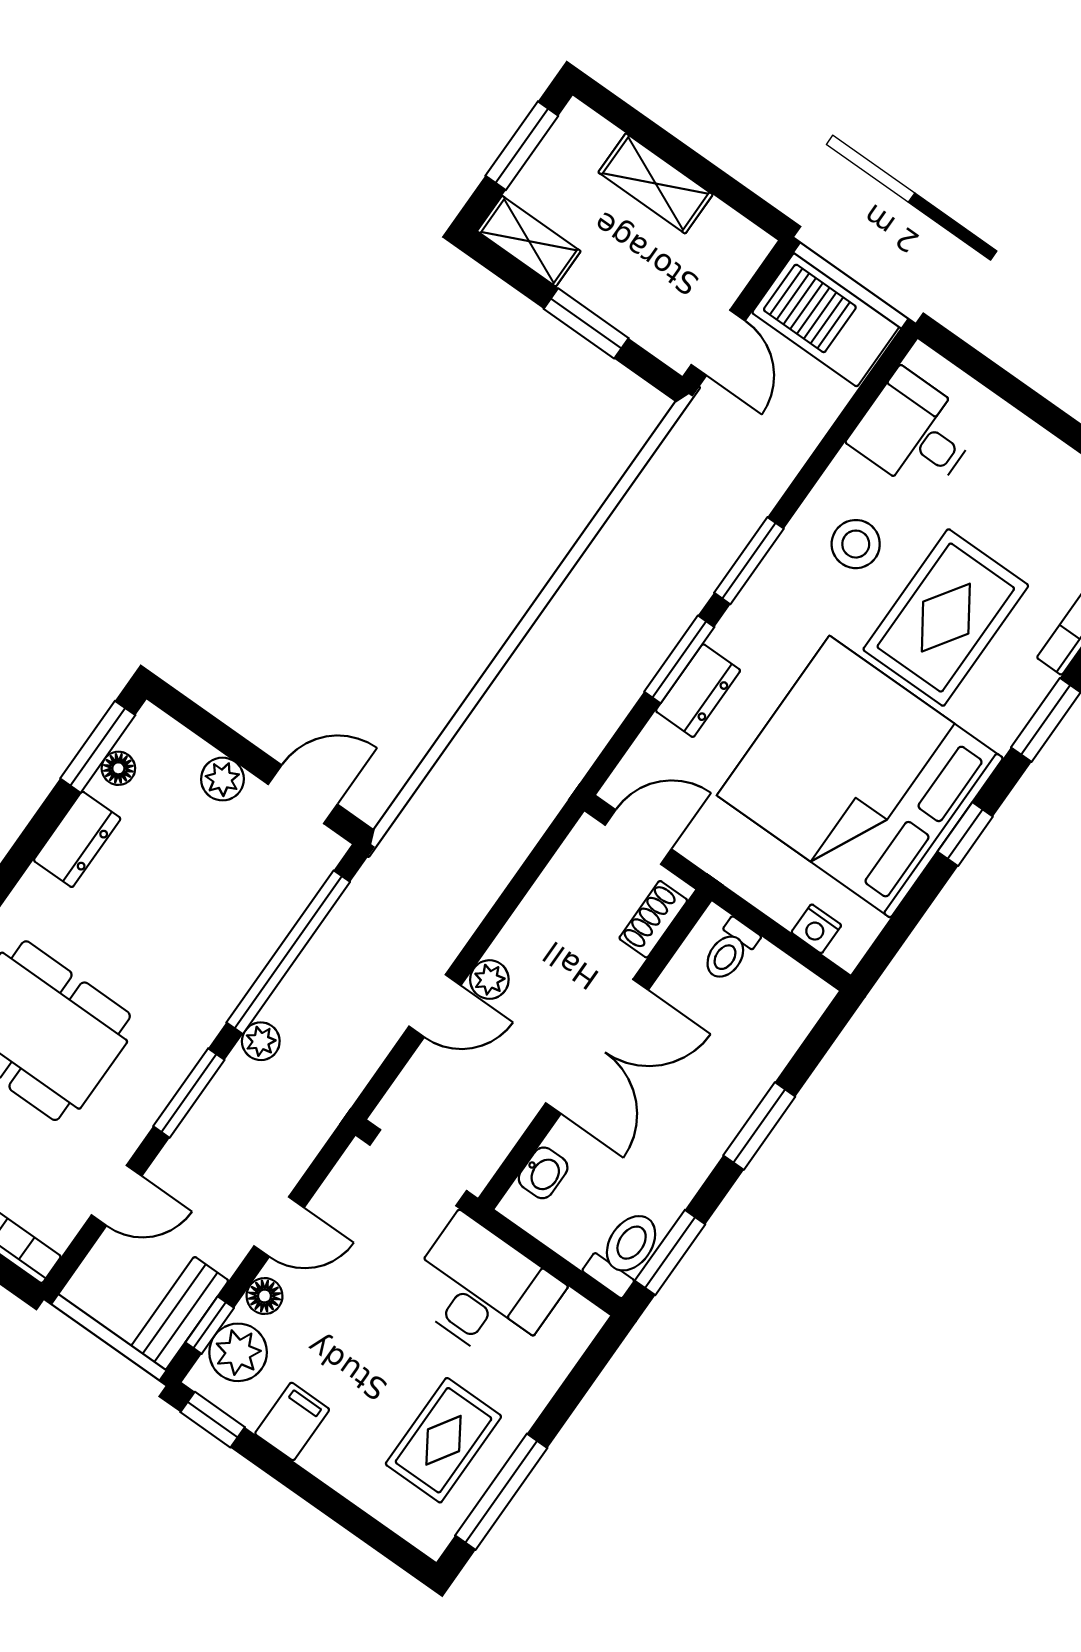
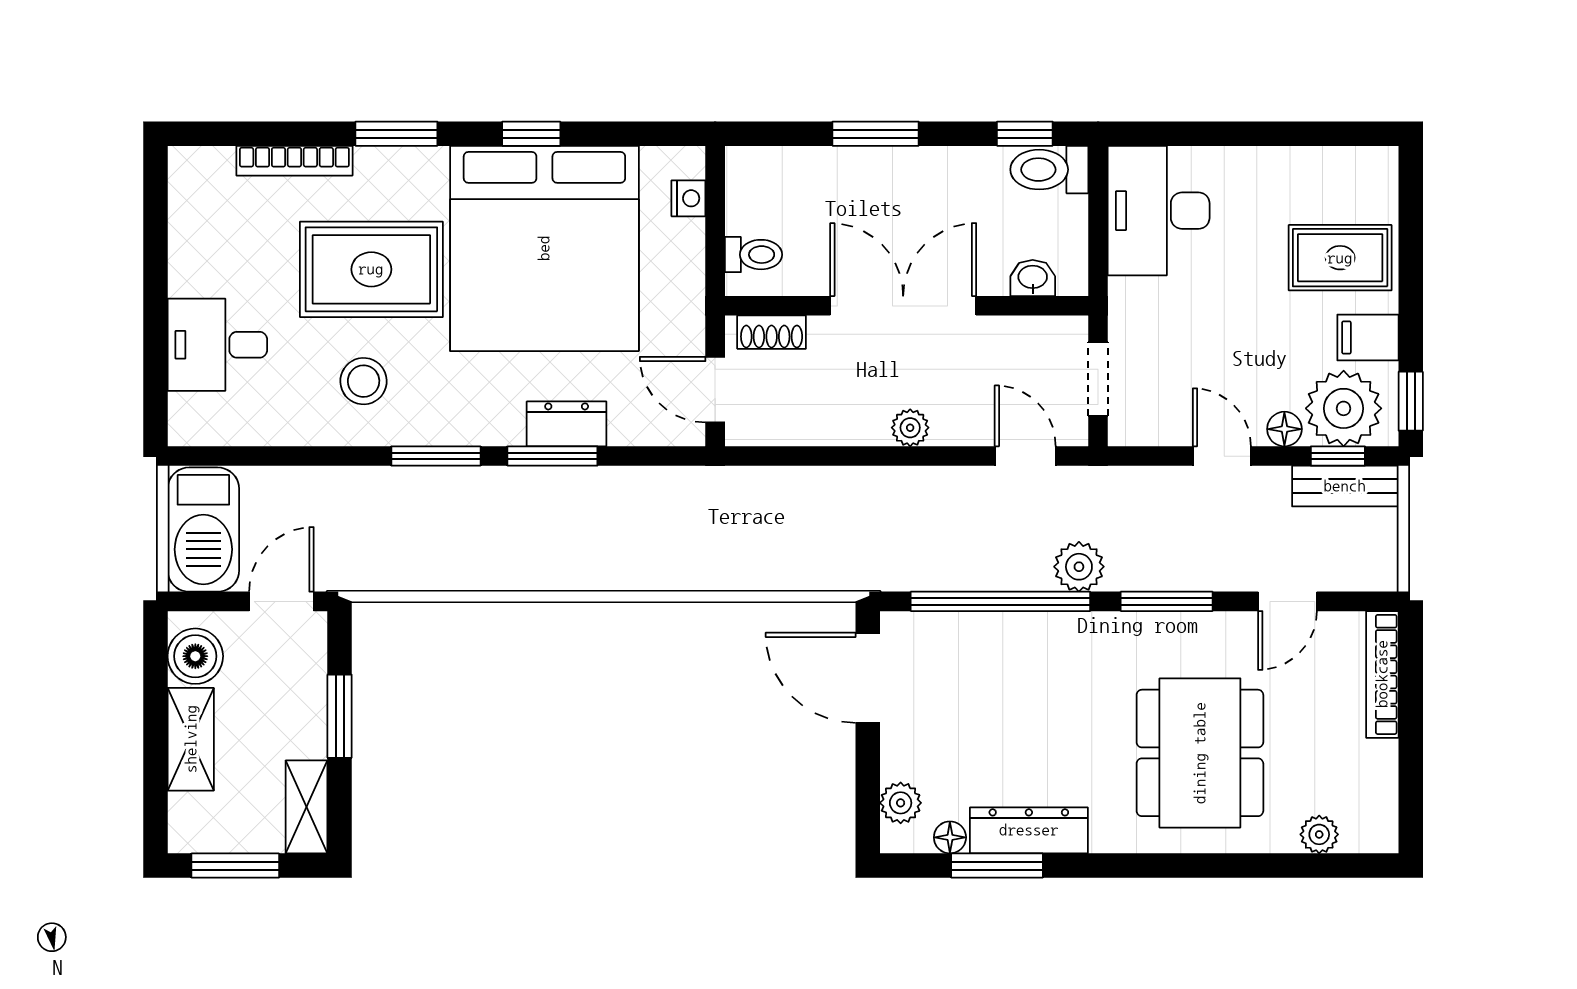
boiler: (723, 237) -> (195, 656), added
desk: (915, 433) -> (217, 345), moved, turned 90
window: (98, 747) -> (997, 866), moved
plant: (222, 779) -> (901, 803), moved
door: (303, 794) -> (868, 678), width x1.38
dresser: (77, 839) -> (1029, 830), width x1.44
door: (435, 1006) -> (1025, 456), moved
plant: (261, 1041) -> (1079, 567), width x1.38, depth x1.38
doorway: (418, 1168) -> (1098, 379), width x0.73
door: (117, 1196) -> (1287, 601), swing flipped
window: (670, 1253) -> (1025, 134), width x0.67
desk: (483, 1291) -> (1159, 211), moved
plant: (238, 1352) -> (1344, 408), width x1.36, depth x1.36
rug: (443, 1440) -> (1340, 258), moved
window: (501, 1492) -> (1307, 134), removed

